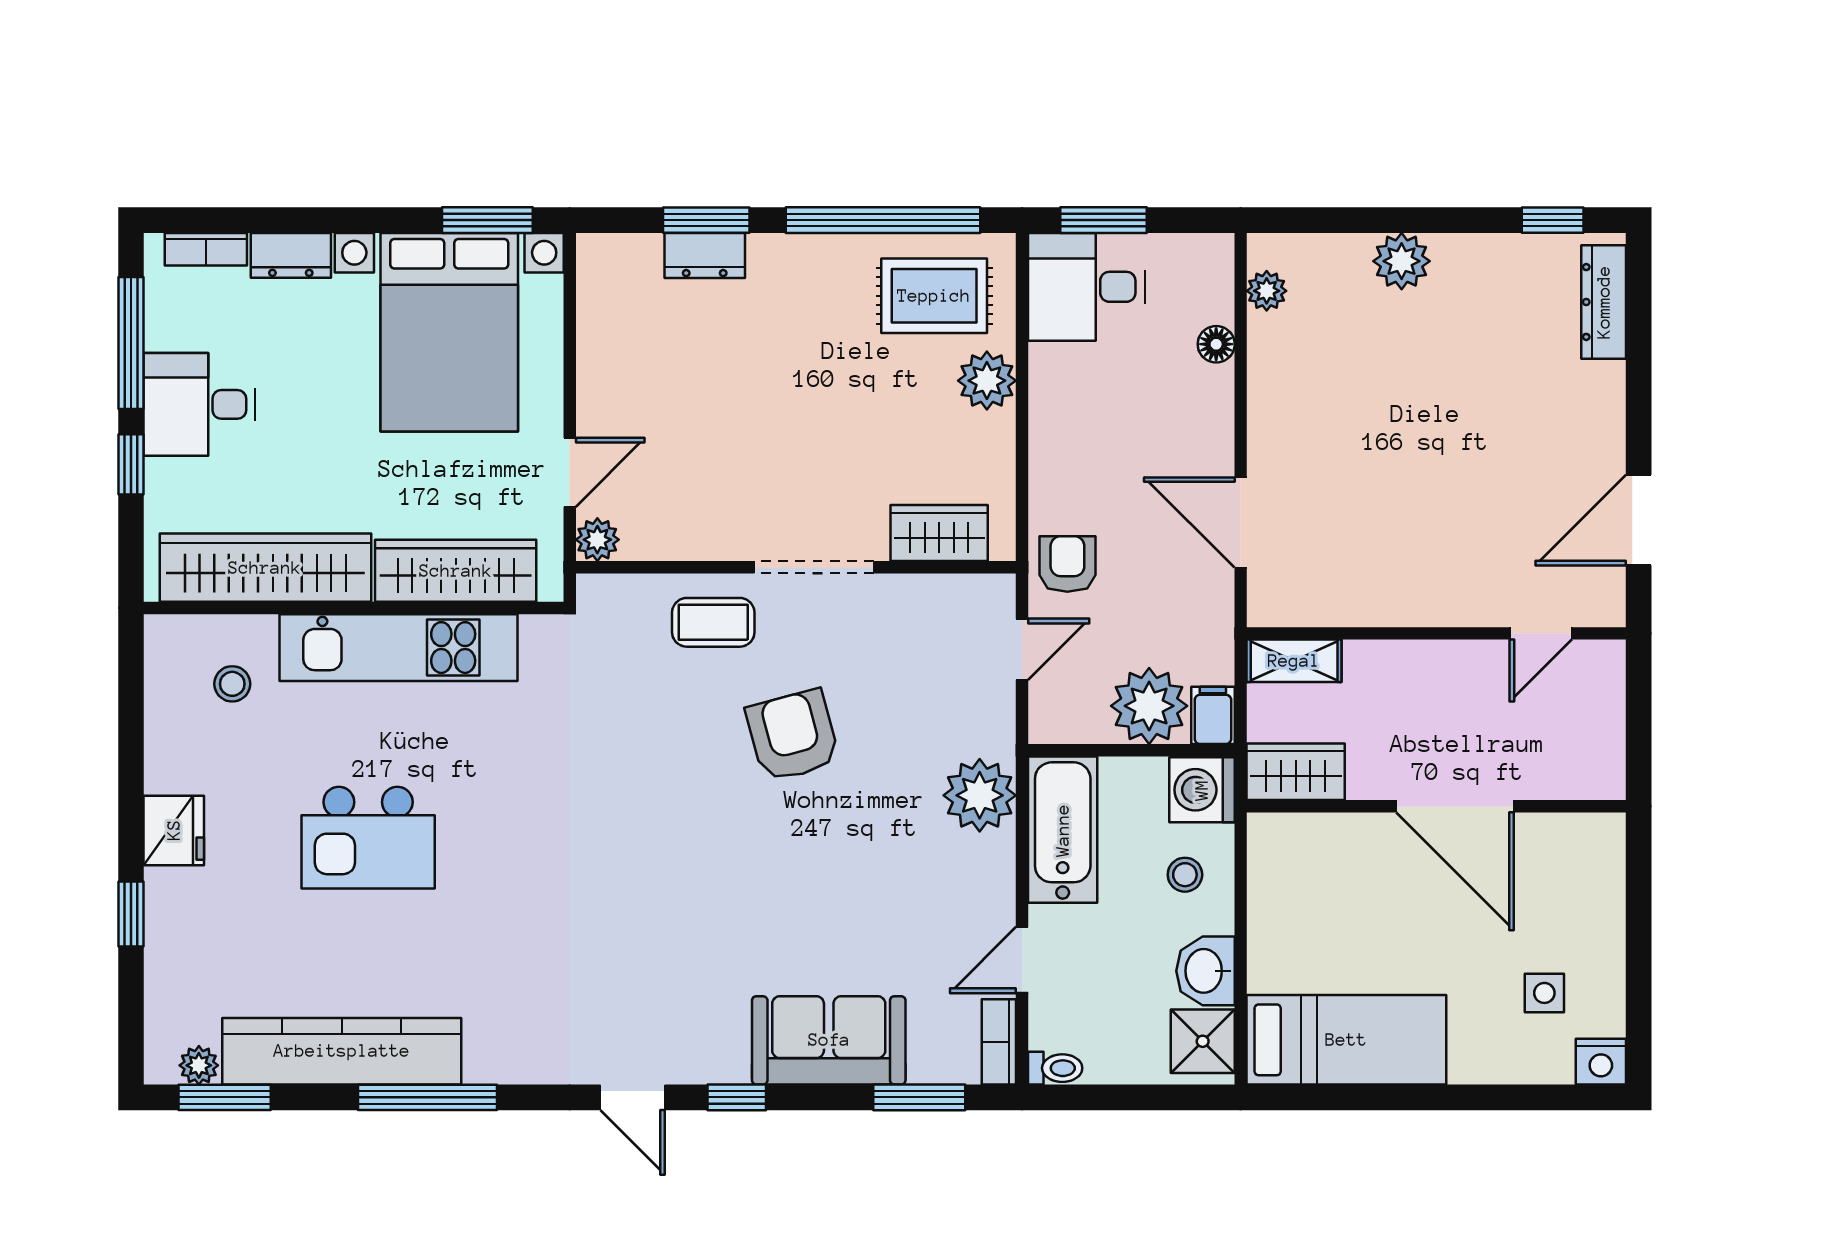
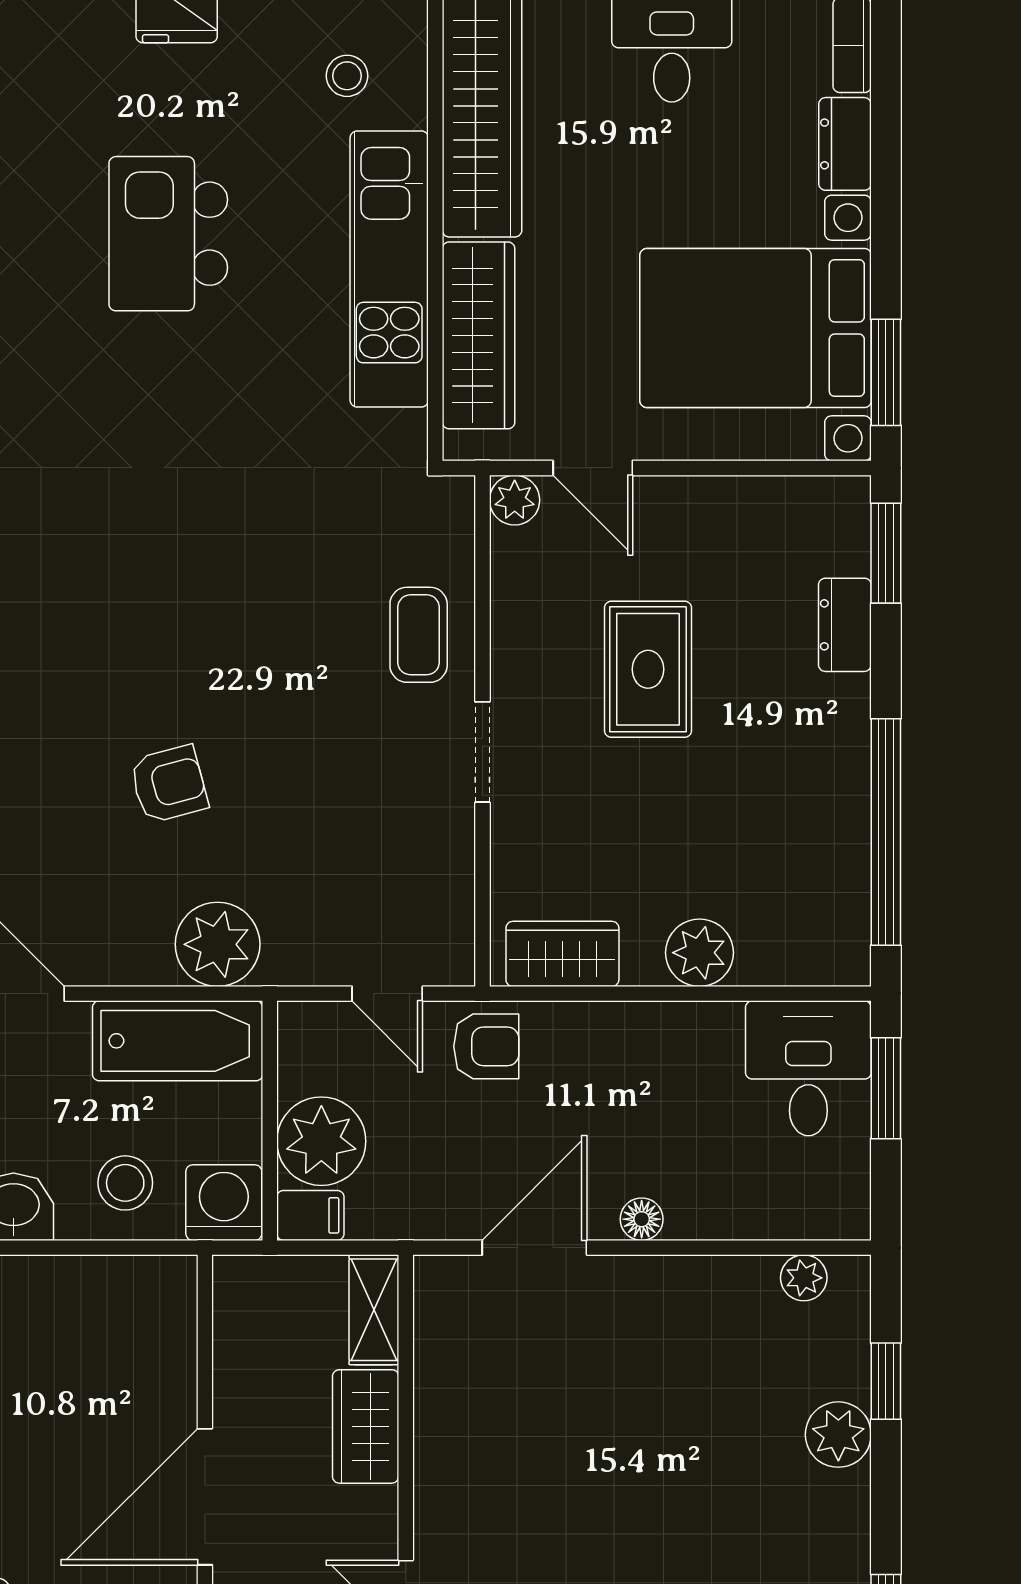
window: (706, 220) -> (886, 553), moved
window: (1356, 220) -> (886, 1381), added
rug: (934, 296) -> (648, 669), moved
floor lamp: (1216, 344) -> (642, 1219), moved
wardrobe: (939, 533) -> (562, 954), moved, turned -90
doorway: (814, 567) -> (482, 752), width x0.73
armchair: (793, 736) -> (169, 784), moved, width x0.72, depth x0.72
wardrobe: (1296, 772) -> (366, 1426), moved, turned 180
stool: (1185, 875) -> (125, 1183), width x1.37, depth x1.37

